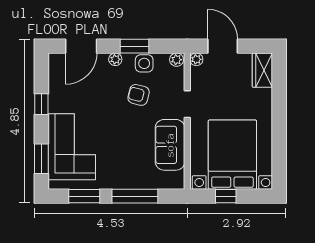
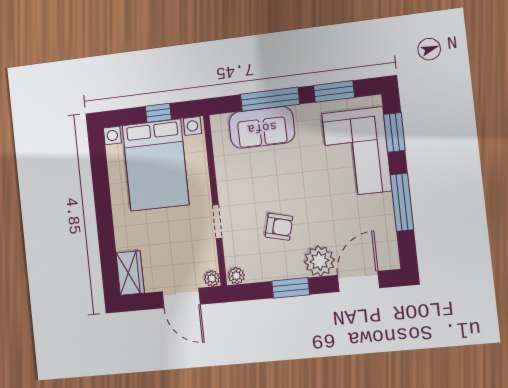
plant: (115, 59) -> (319, 261), width x1.88, depth x1.88
side table: (144, 63) -> (276, 267), removed
window: (41, 104) -> (402, 202), width x2.17
sofa: (170, 145) -> (262, 127), moved, turned 90

